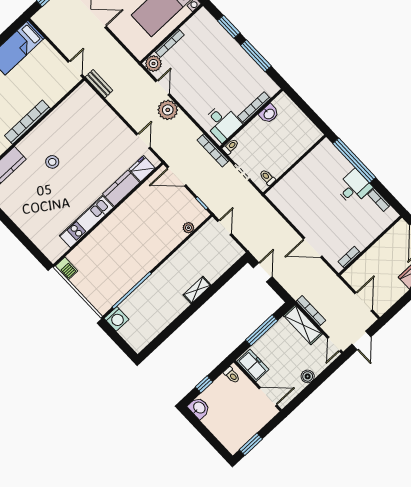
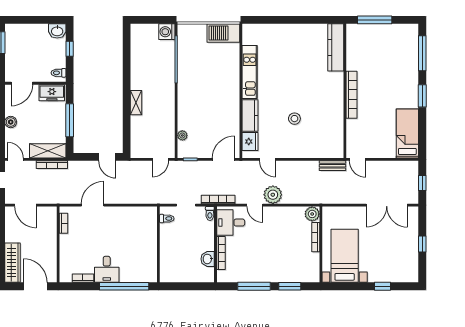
door: (163, 88) -> (255, 205), moved
stool: (52, 162) -> (294, 119), moved
door: (224, 227) -> (160, 159), hinge flipped
barbecue: (66, 269) -> (223, 33), width x1.88, depth x1.53

